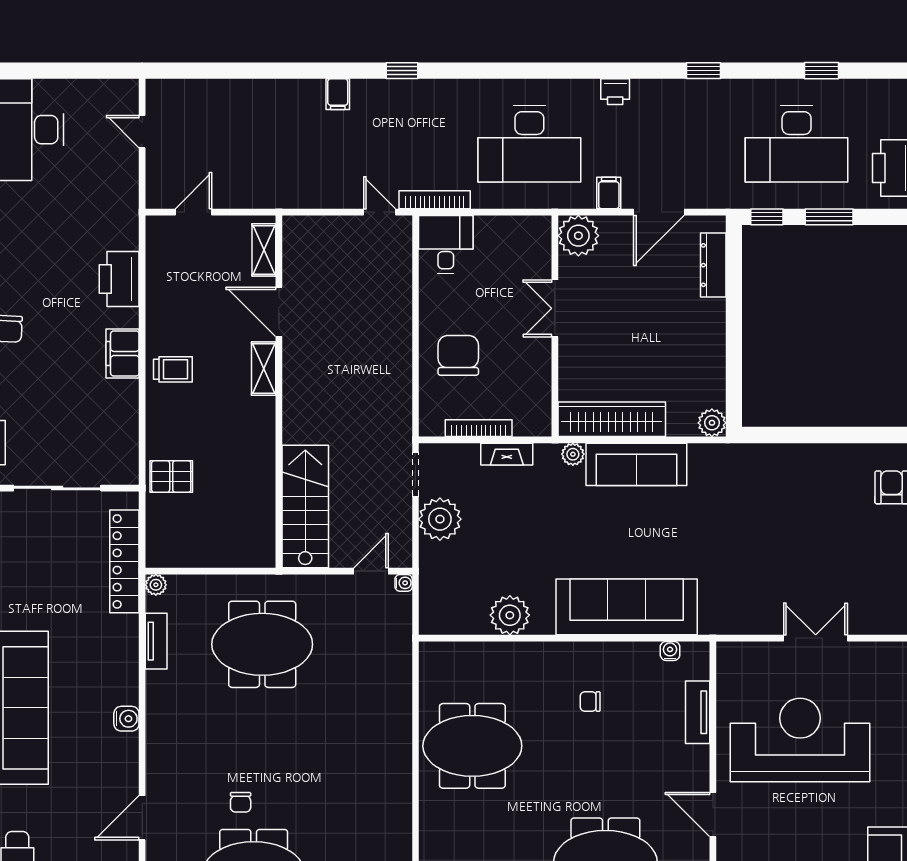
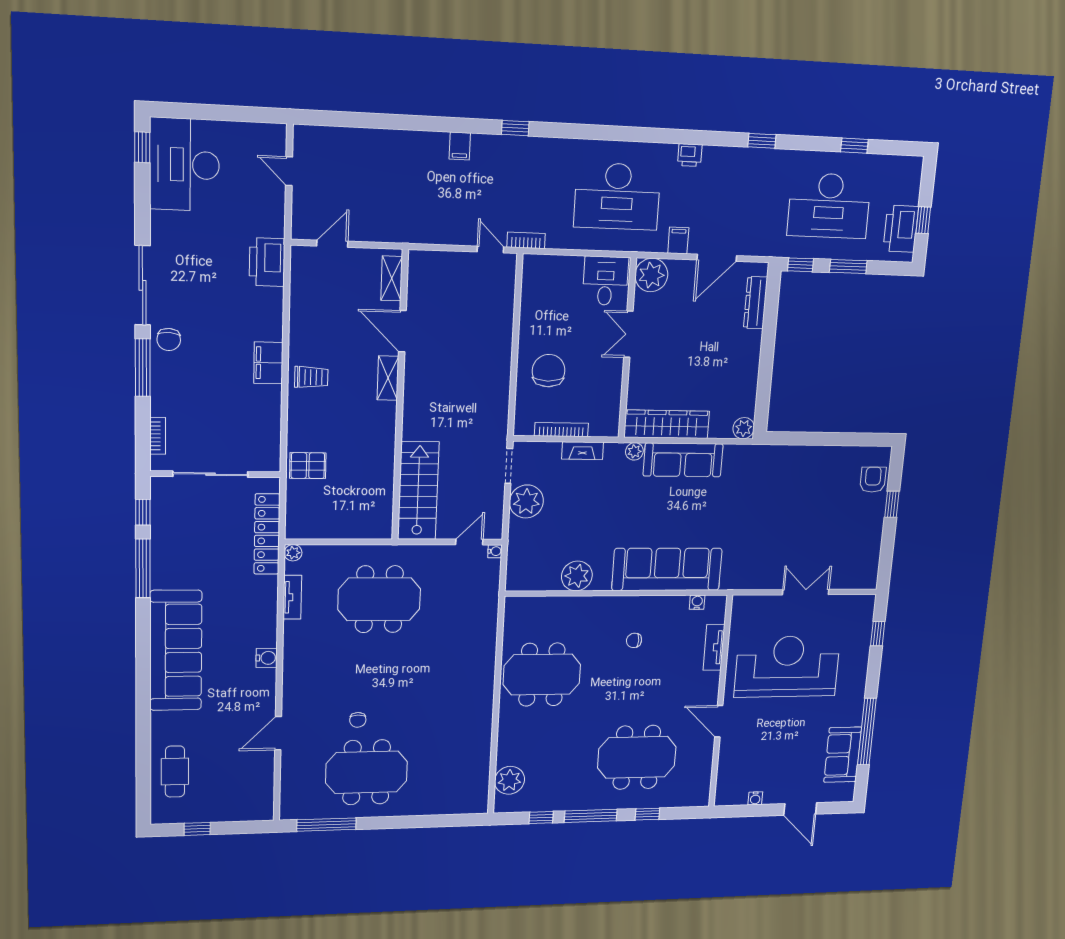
bookcase: (435, 200) -> (526, 240), width x0.64
desk: (446, 244) -> (605, 281), moved
printer: (119, 279) -> (267, 262), moved

